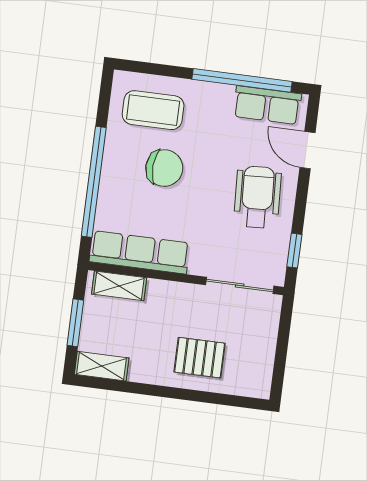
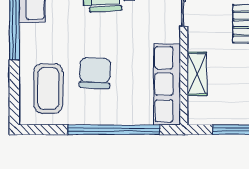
shelving: (119, 286) -> (197, 74), moved

